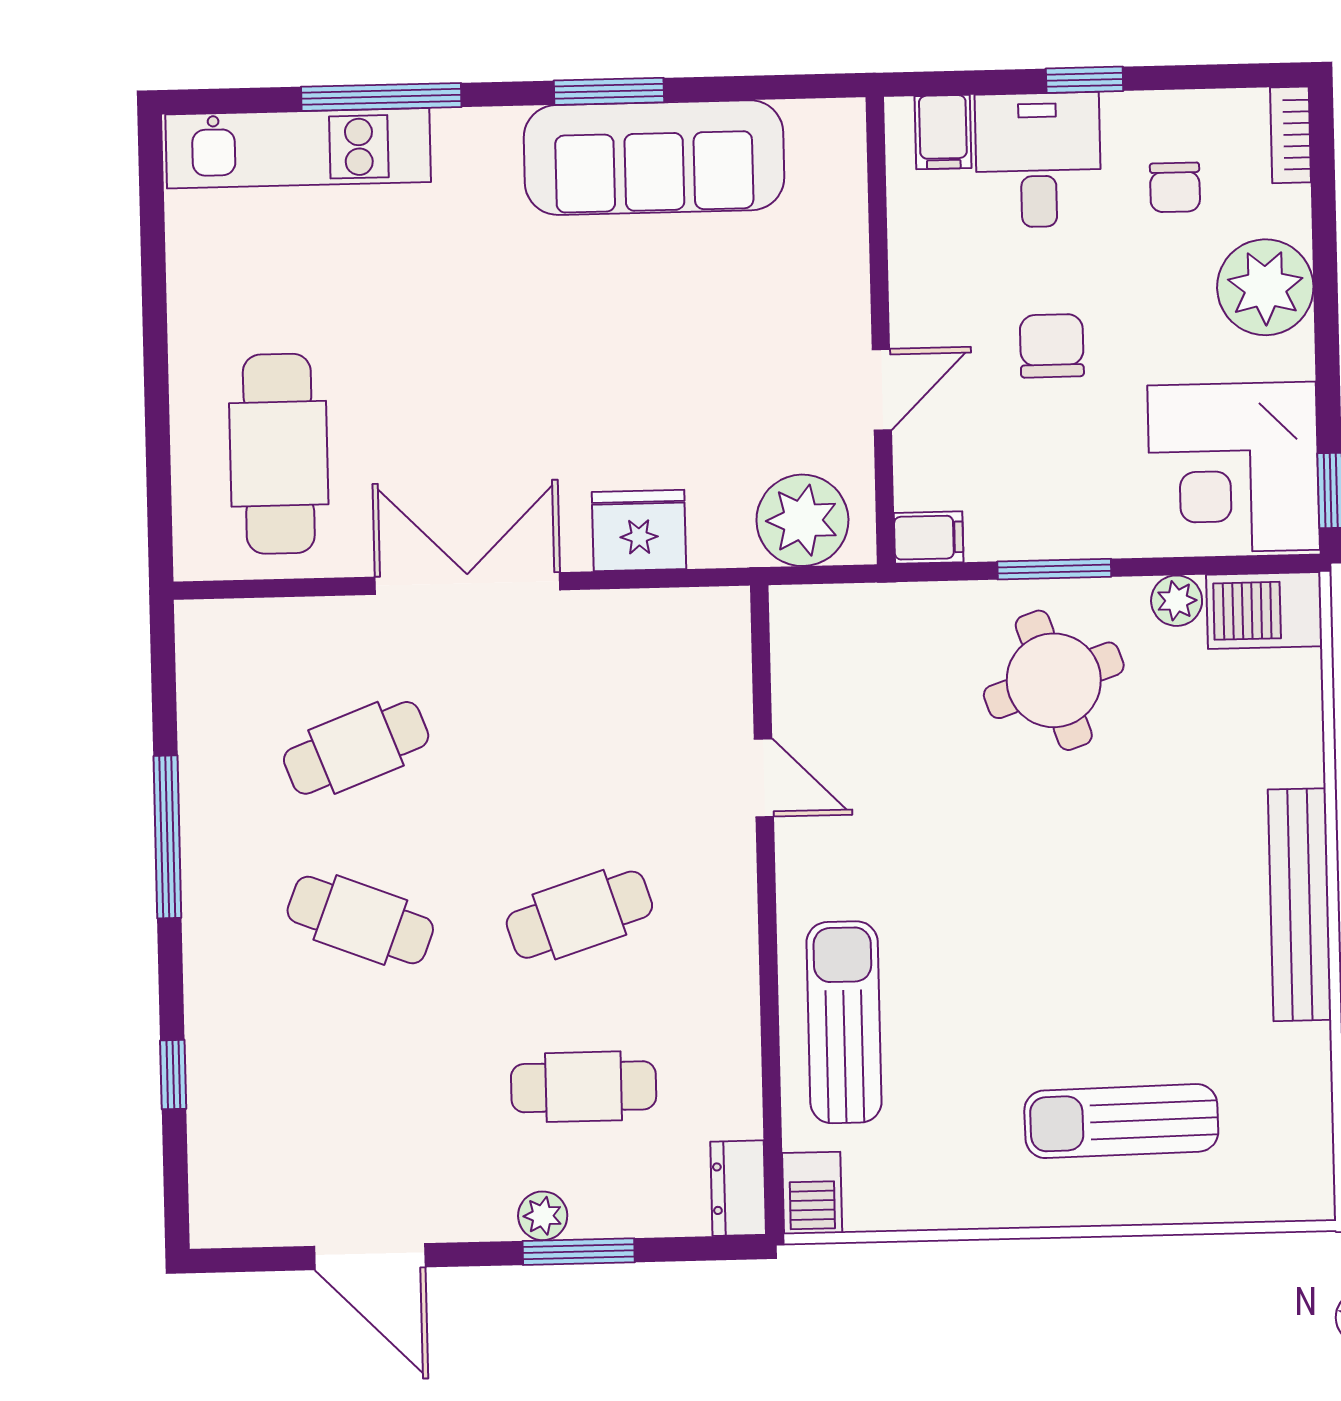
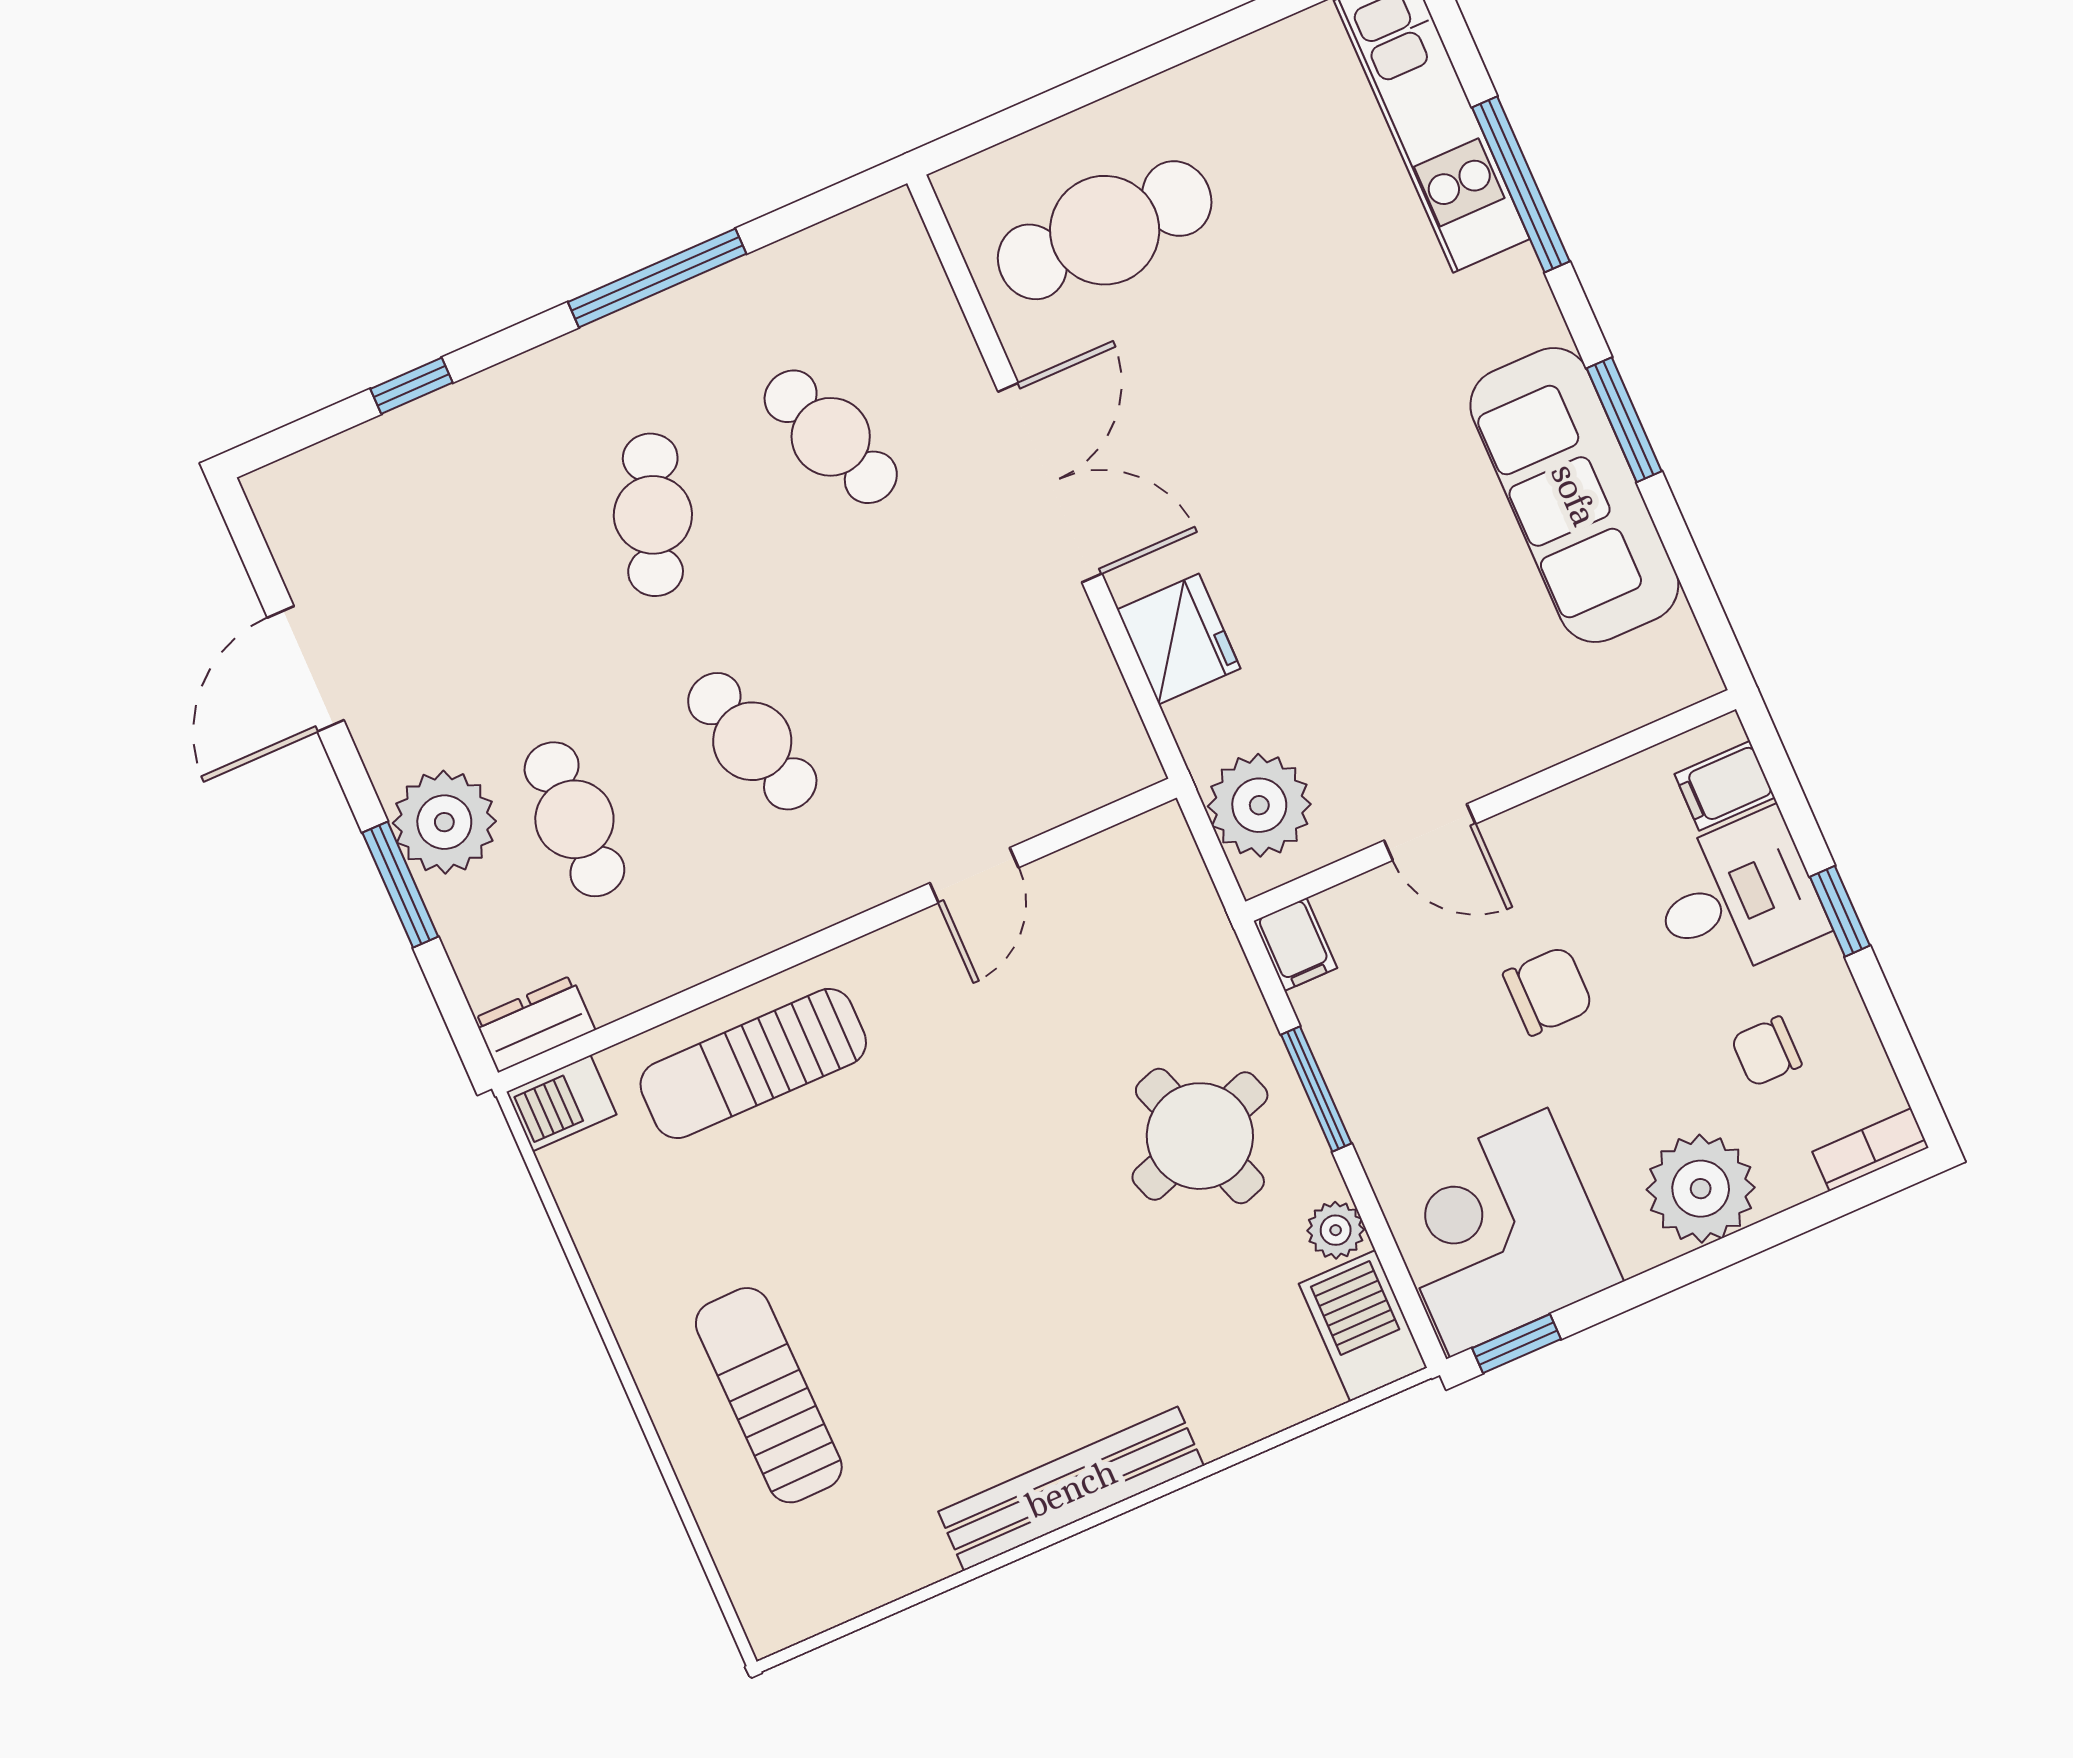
sun lounger: (844, 1022) -> (753, 1063), turned 180
plant: (543, 1216) -> (444, 822), width x1.88, depth x1.88

